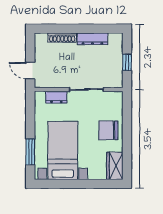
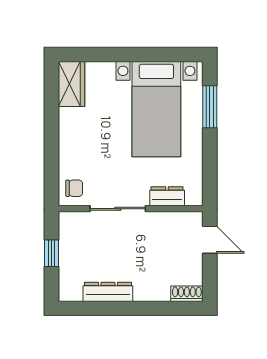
shoe rack: (62, 38) -> (187, 294), moved, width x0.70
chair: (108, 130) -> (74, 188), moved, width x0.54, depth x0.54

